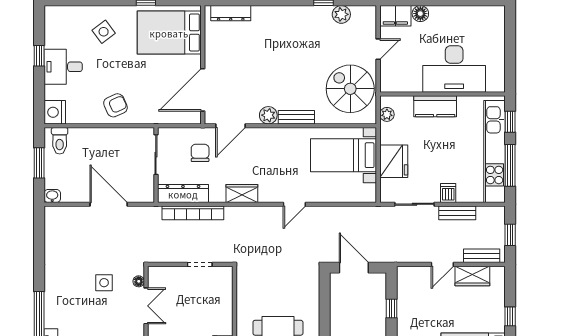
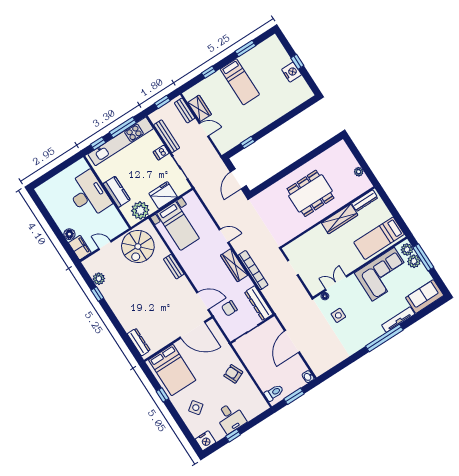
nightstand: (55, 112) -> (205, 441), moved
plant: (387, 114) -> (140, 210), width x1.88, depth x1.88
plant: (268, 115) -> (183, 283), removed
wardrobe: (242, 193) -> (234, 265), width x1.50
bookcase: (193, 213) -> (253, 270), moved
bench: (457, 213) -> (167, 136), width x1.36

